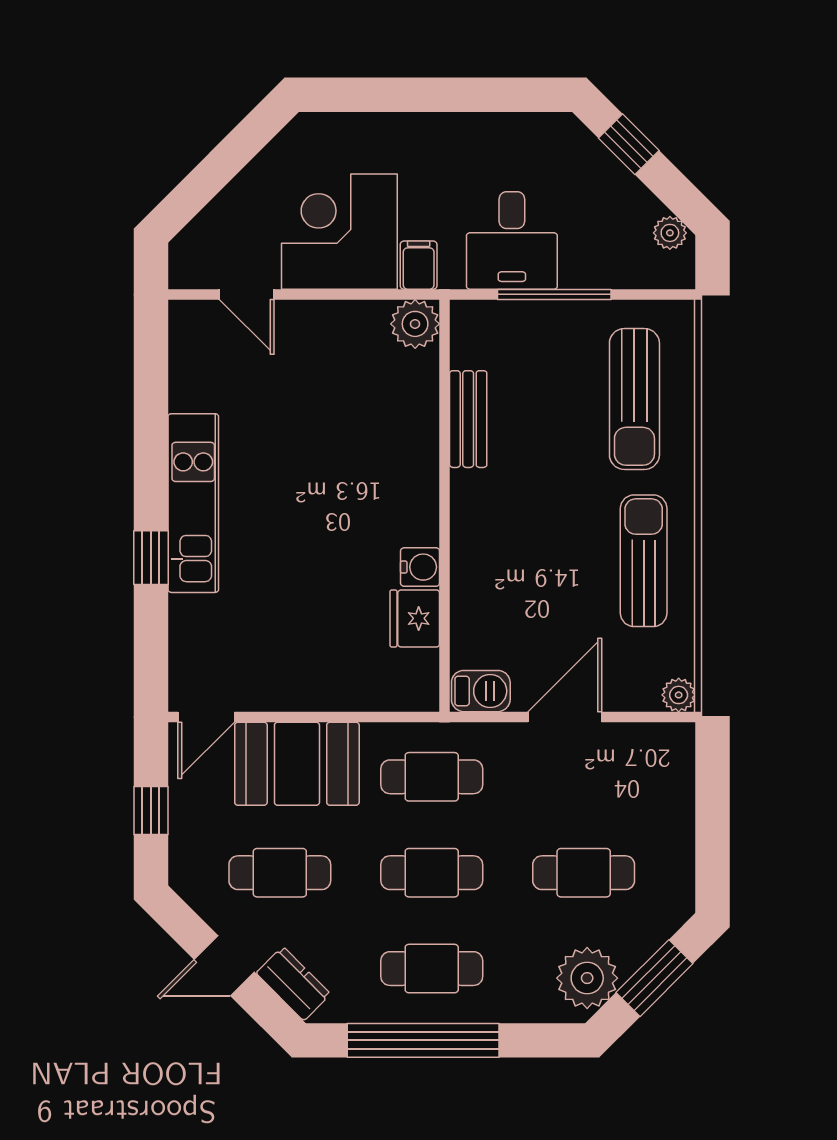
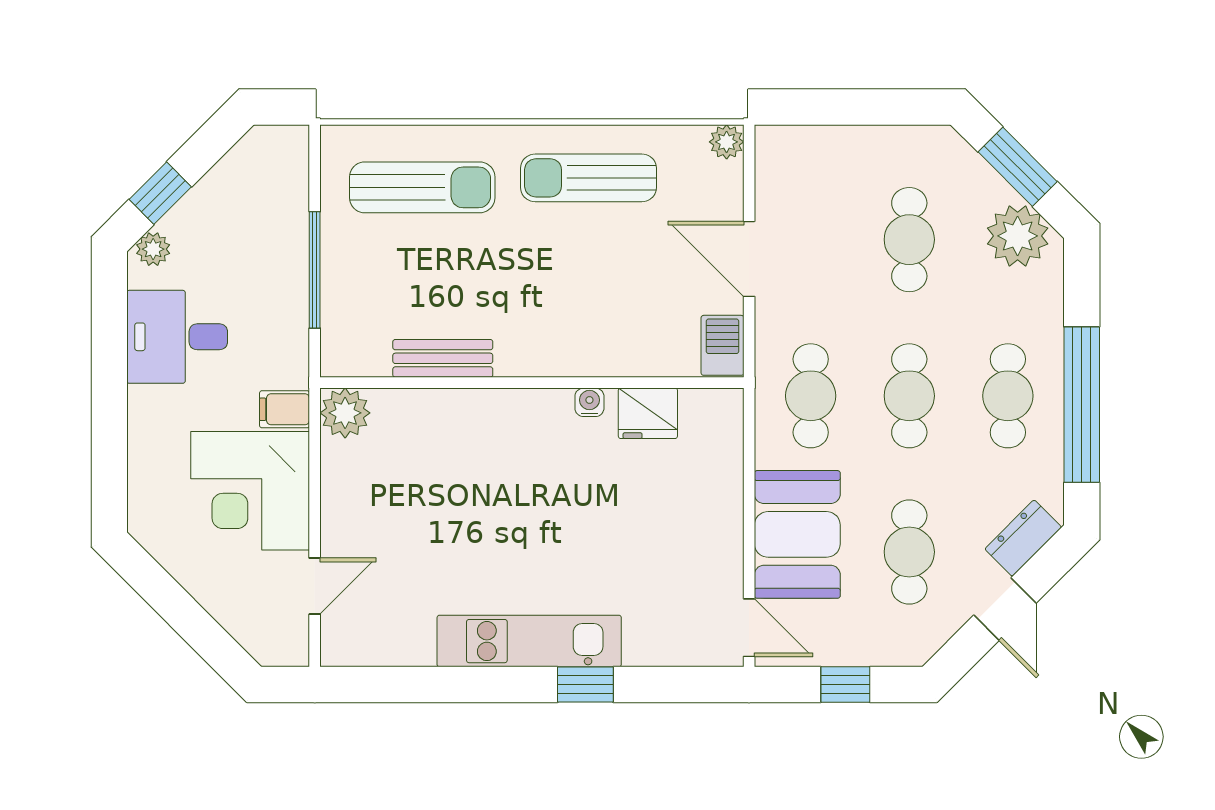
plant: (670, 233) -> (153, 249), moved
desk: (512, 240) -> (177, 337), moved, turned 180
water cooler: (420, 567) -> (589, 402), width x0.72, depth x0.72

